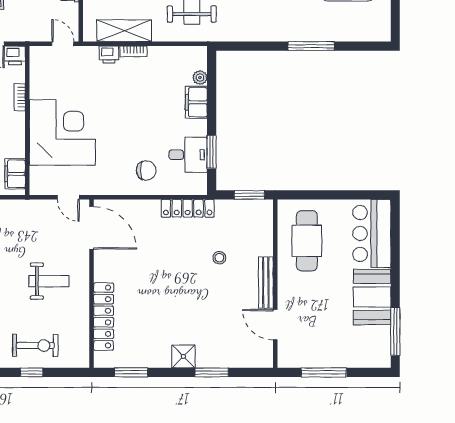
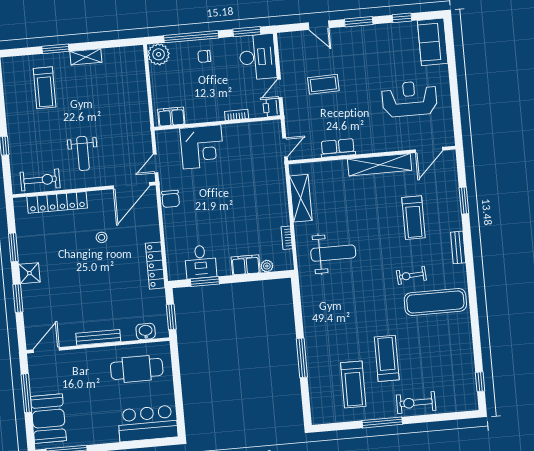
bookcase: (134, 51) -> (287, 238), moved
printer: (109, 55) -> (279, 187), removed
corner desk: (62, 132) -> (202, 147), width x0.74, depth x0.74
chair: (146, 170) -> (171, 199), moved
washbasin: (264, 226) -> (146, 331), added
stool: (219, 258) -> (102, 237), moved
booth: (372, 297) -> (48, 419), moved, turned 90
door: (275, 325) -> (46, 350), moved
exercise bike: (35, 345) -> (40, 180), moved, turned -90
window: (131, 372) -> (13, 247), moved

